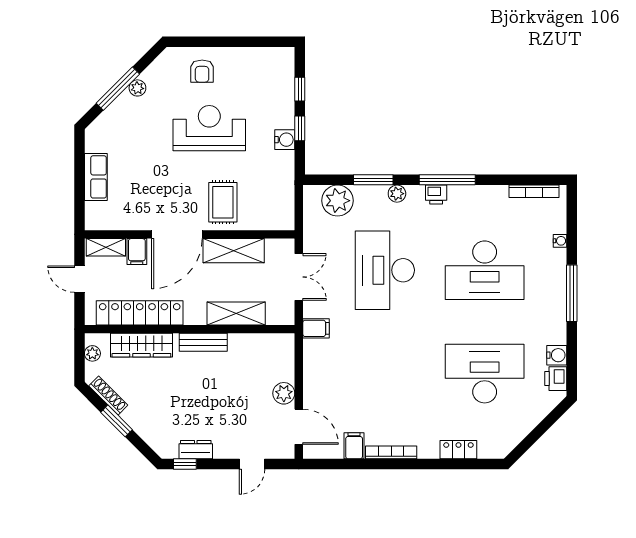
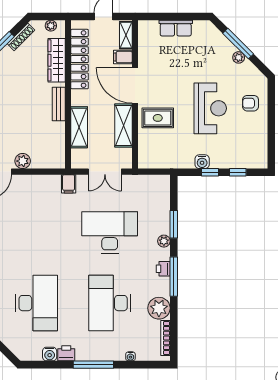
plant: (338, 201) -> (159, 308), moved
printer: (556, 379) -> (66, 353), moved

